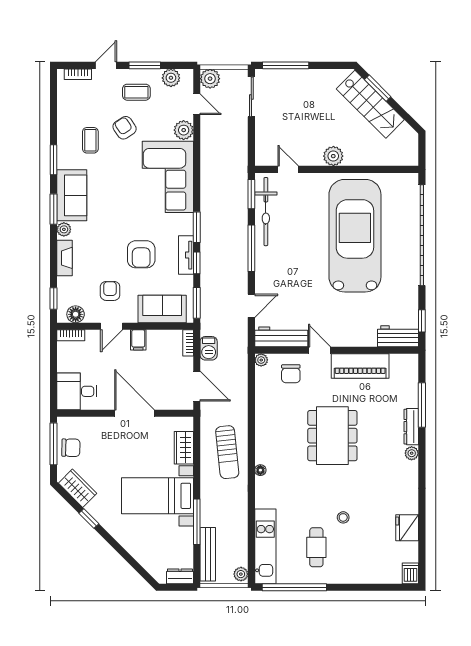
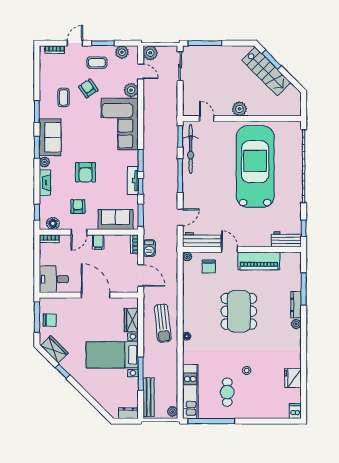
armchair: (141, 254) -> (85, 172), moved

